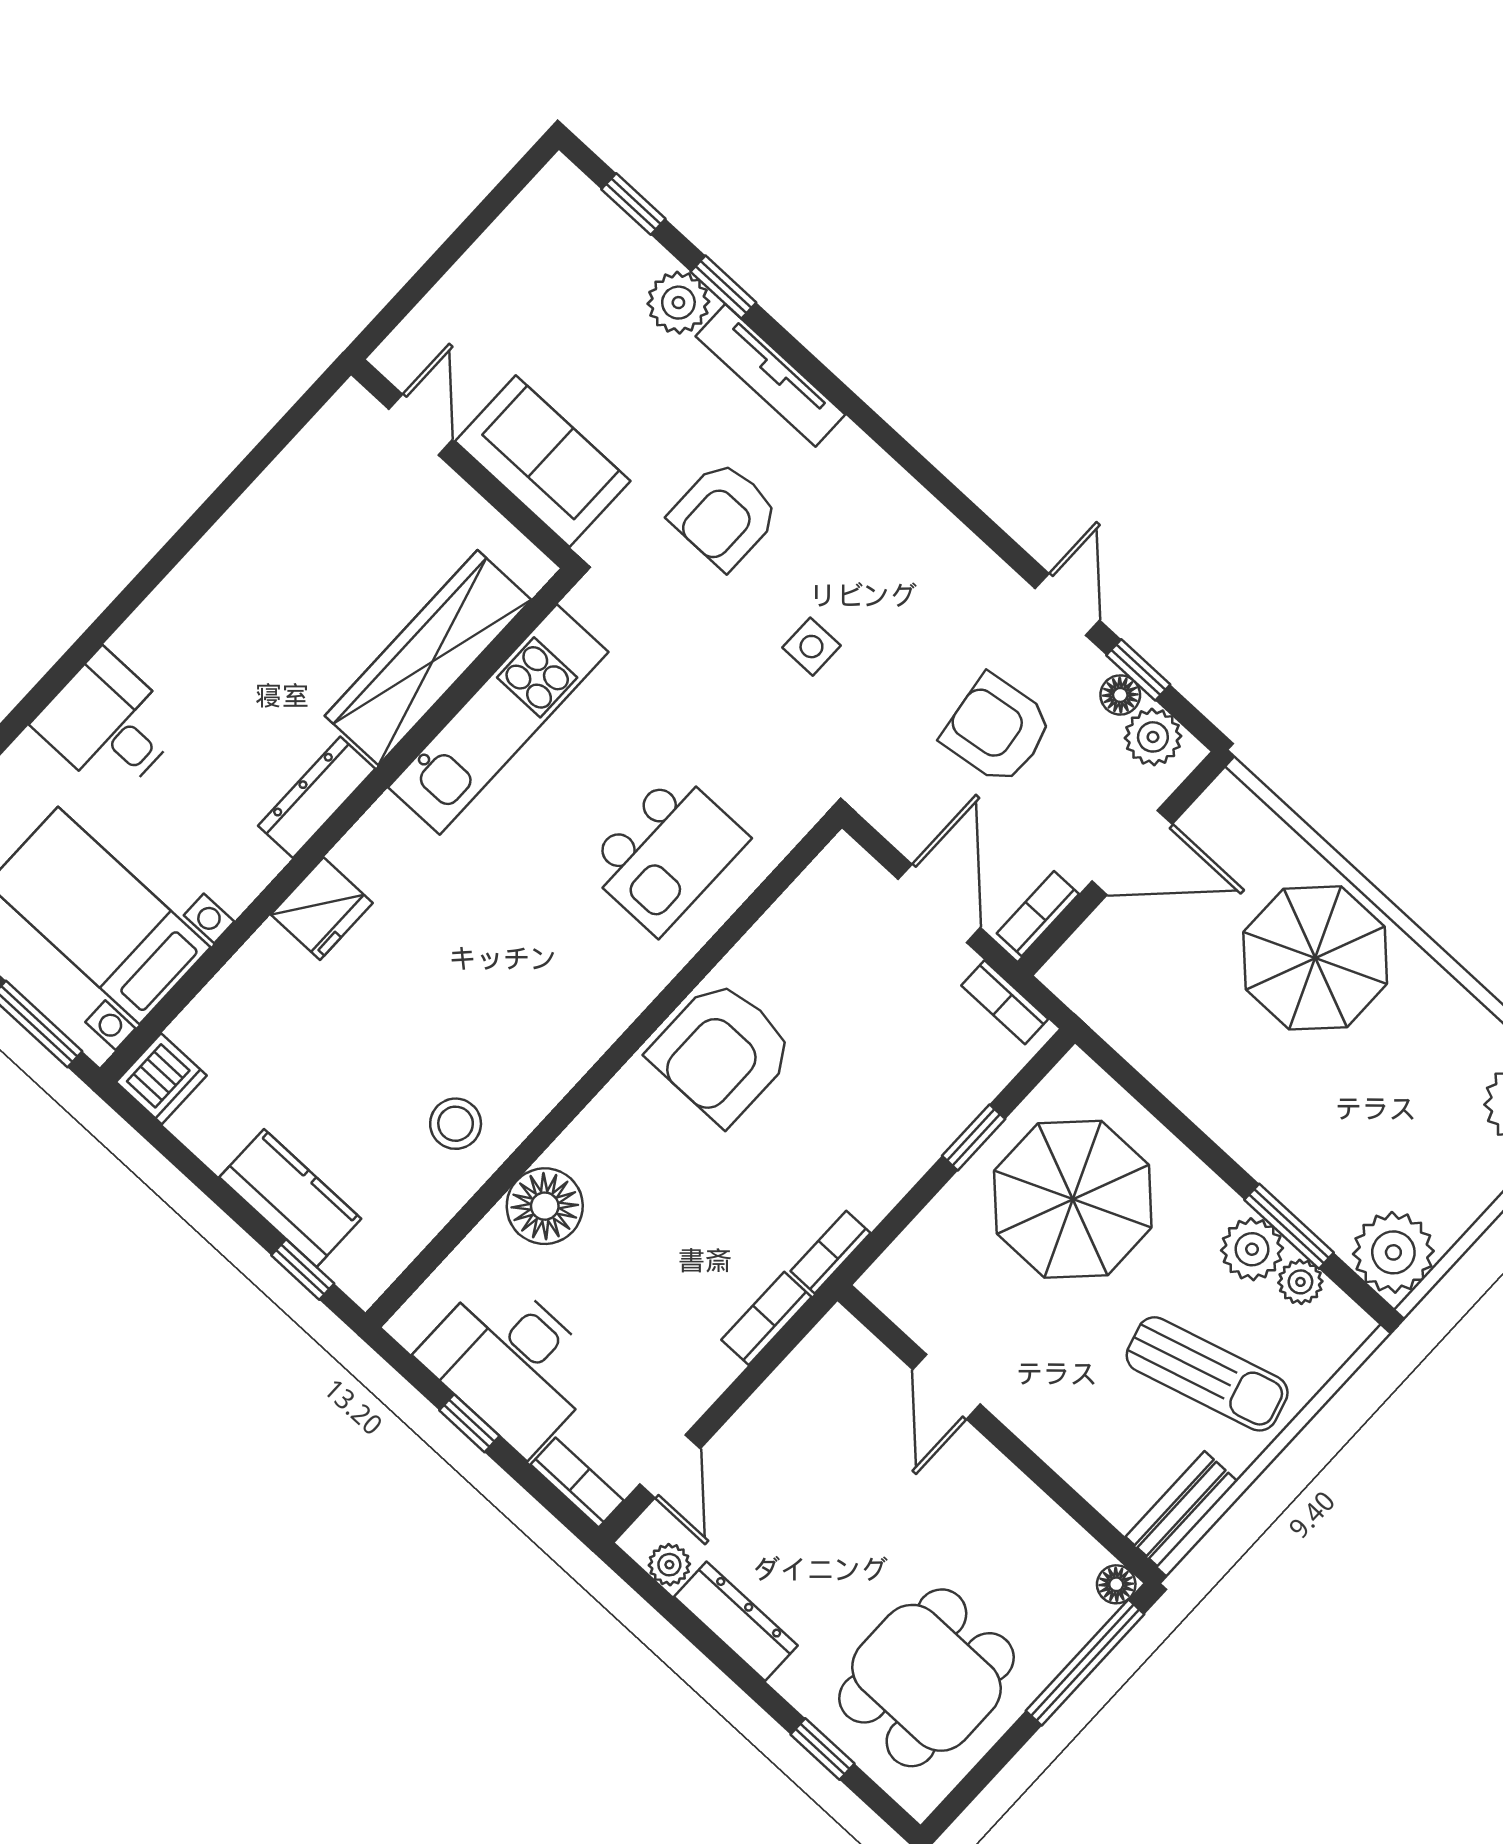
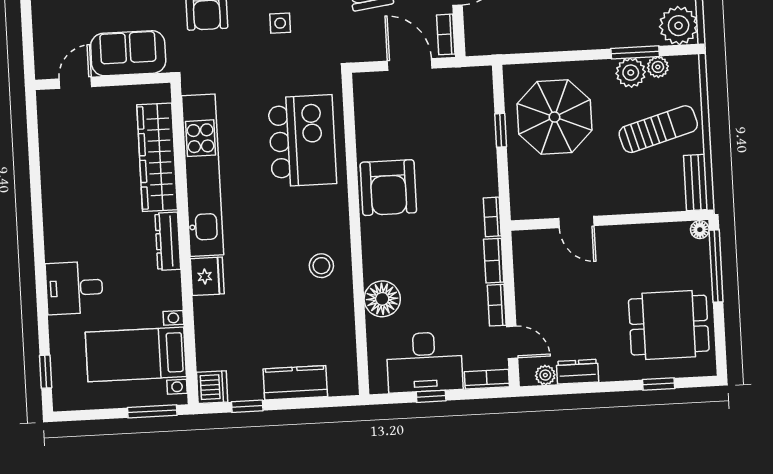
door: (421, 425) -> (75, 83), hinge flipped
kitchen unit: (498, 720) -> (203, 175), width x1.36
kitchen island: (666, 853) -> (302, 141), width x1.37, depth x1.28
bookcase: (1005, 1002) -> (497, 305), moved, turned 90
stool: (456, 1124) -> (321, 266), moved
window: (303, 1269) -> (247, 406), moved
dresser: (736, 1621) -> (578, 372), width x0.70
dining table: (926, 1678) -> (669, 325), turned 90

